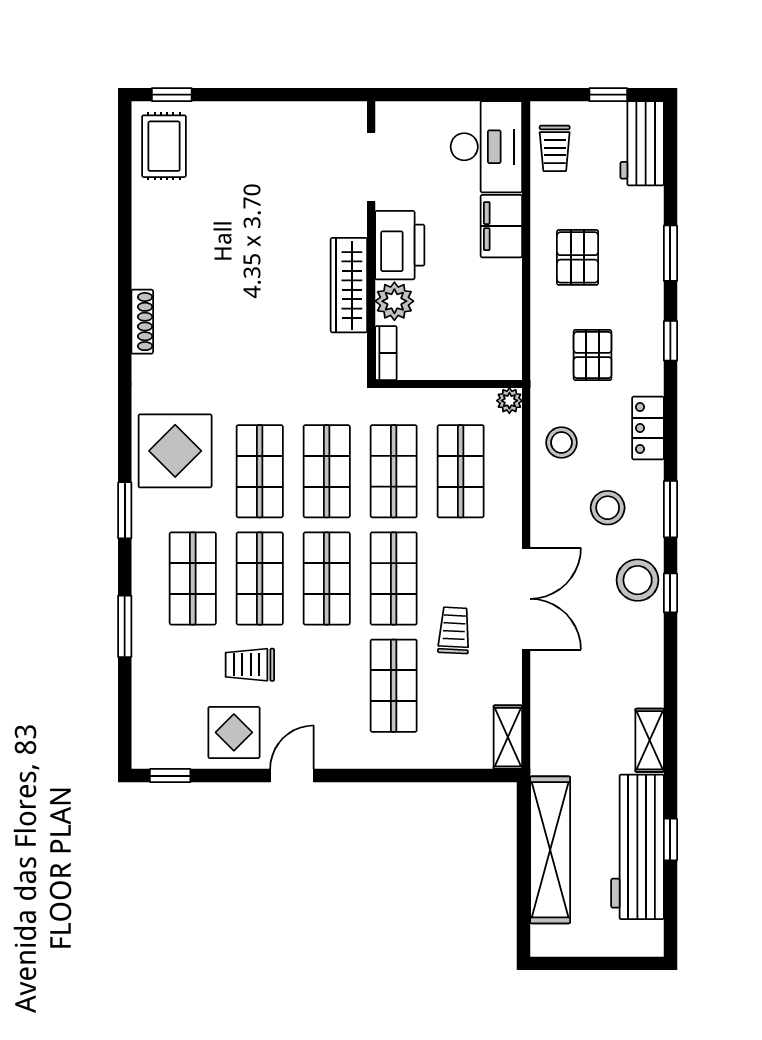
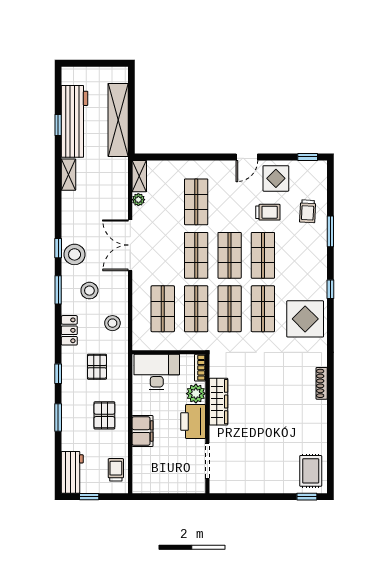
desk: (486, 147) -> (157, 372), moved, turned 90
plant: (509, 401) -> (138, 200), moved
window: (125, 510) -> (330, 289), width x0.67
shop shelf: (193, 578) -> (296, 255), removed
trolley: (454, 630) -> (308, 211), moved

